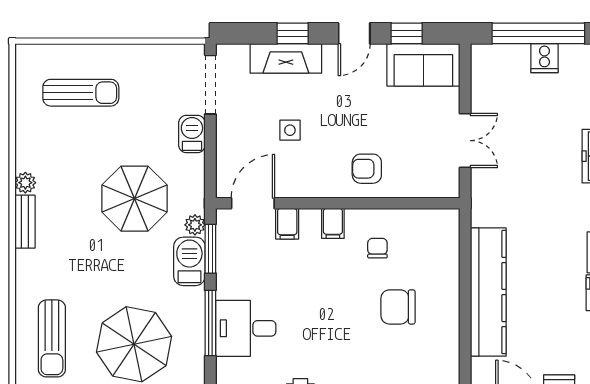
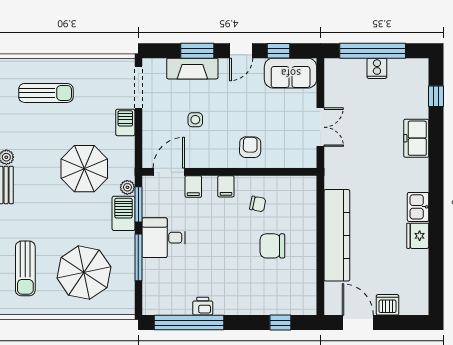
window: (293, 33) -> (197, 51), width x1.50
armchair: (367, 169) -> (250, 147), turned 91
chair: (377, 248) -> (258, 204), turned 101
desk: (246, 328) -> (164, 238), moved

